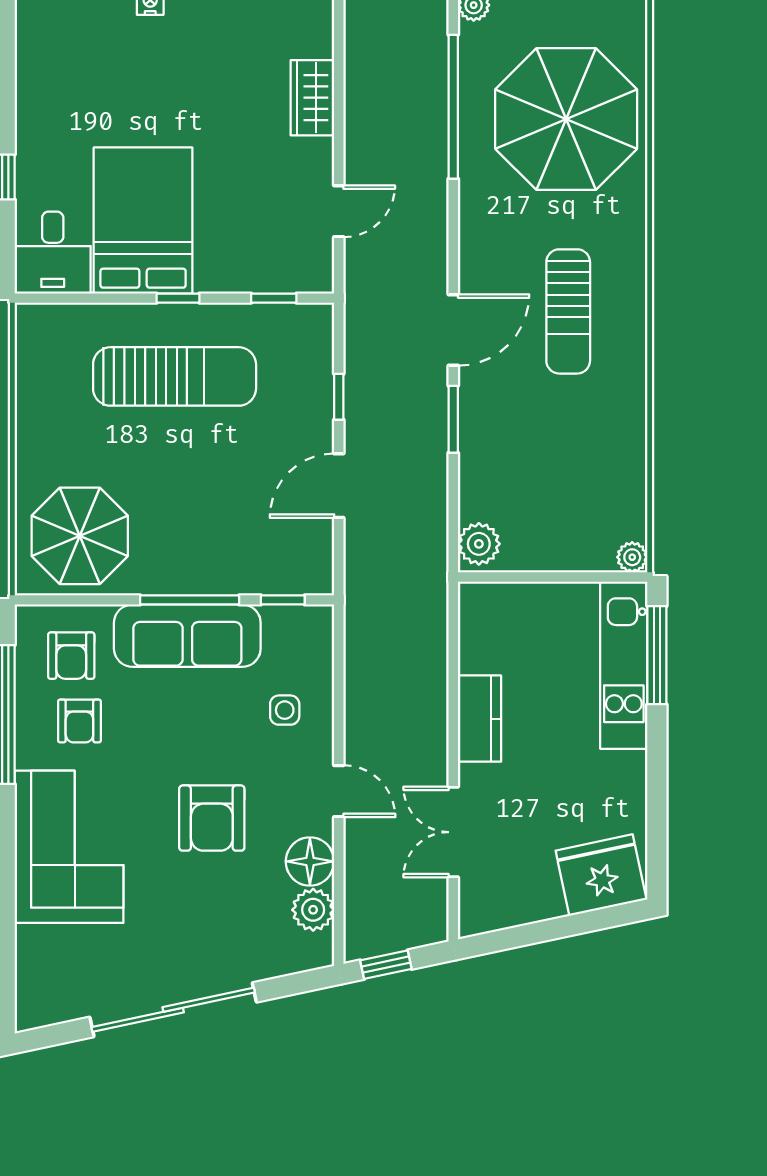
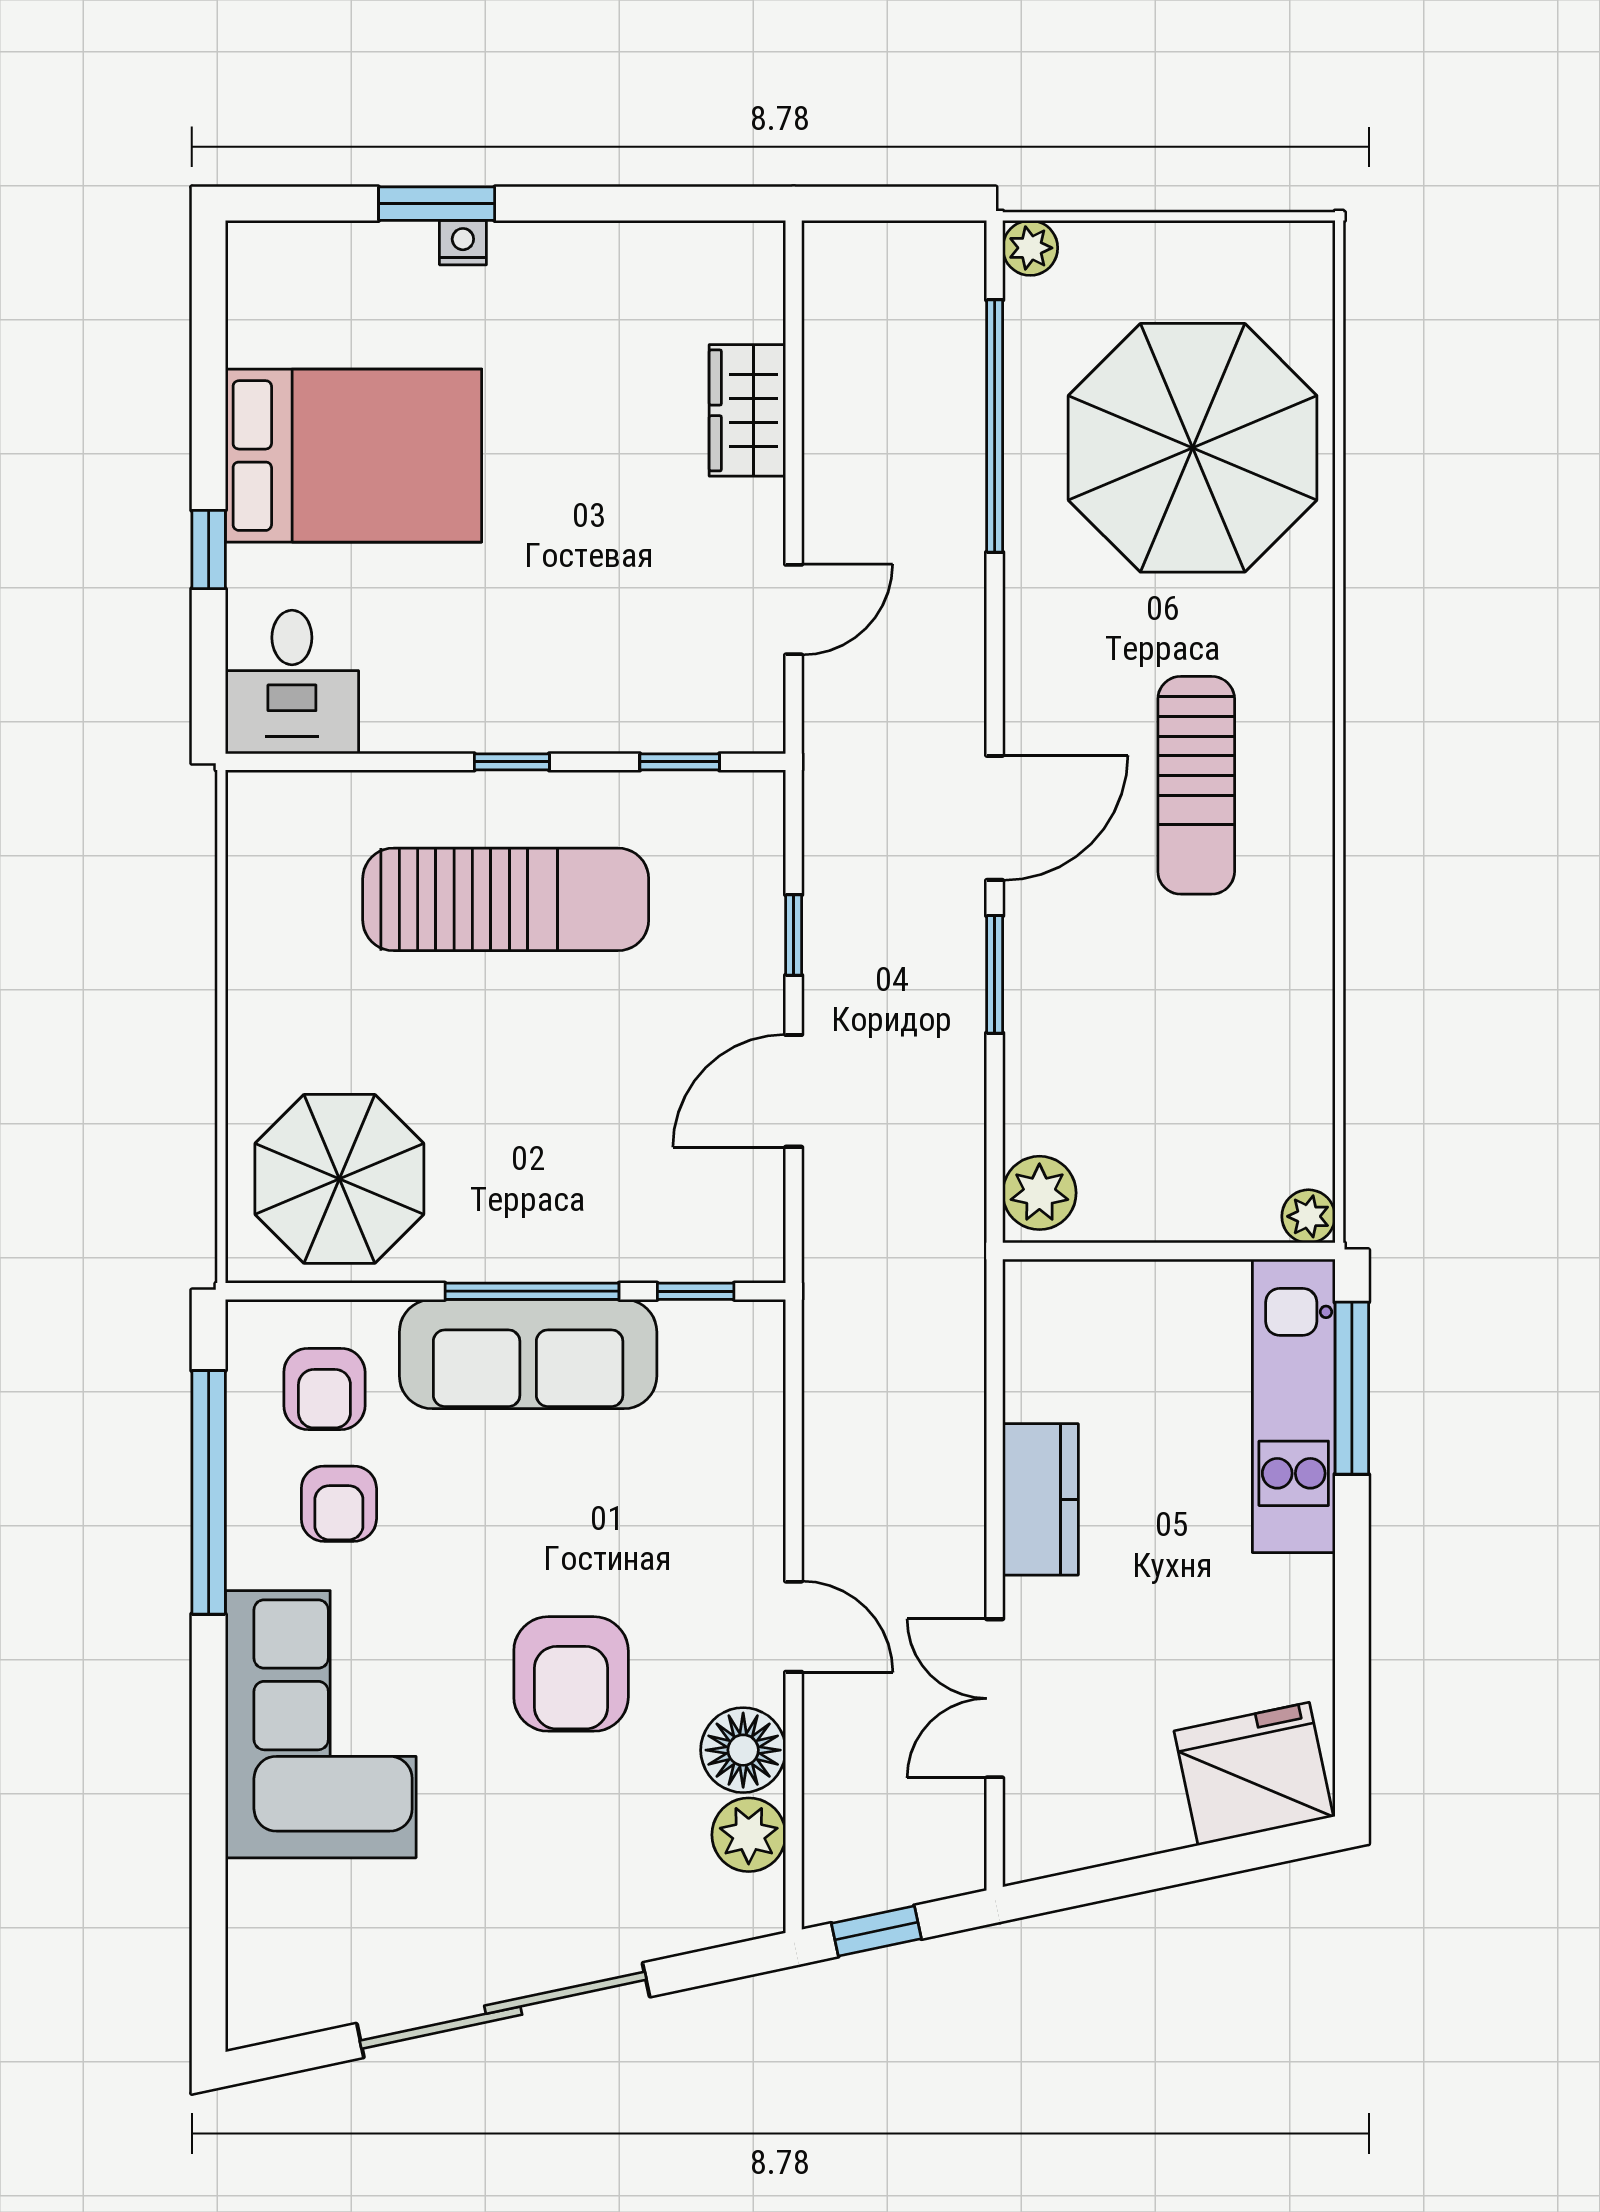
bed: (143, 220) -> (354, 456), moved, turned 90
side table: (285, 710) -> (699, 1485), removed

